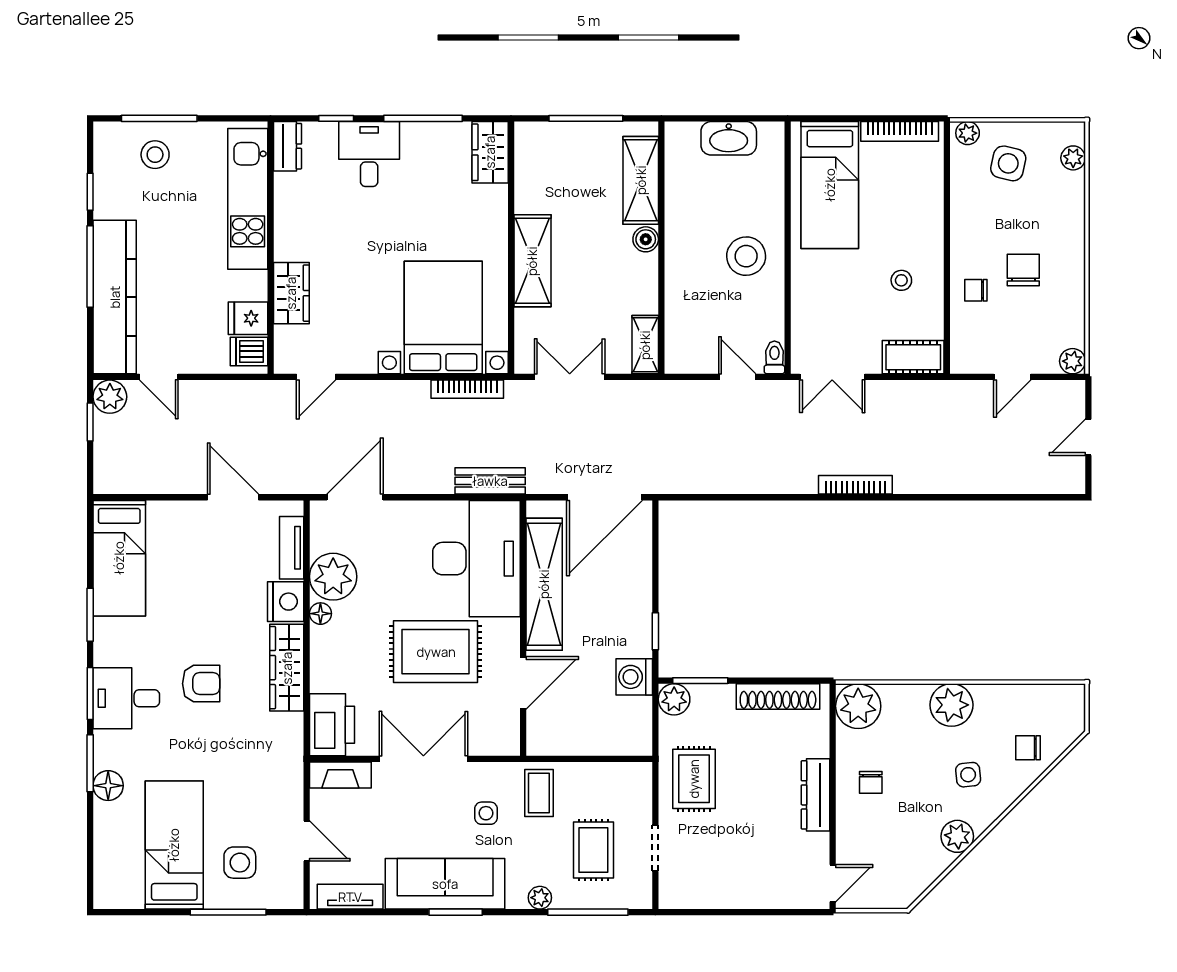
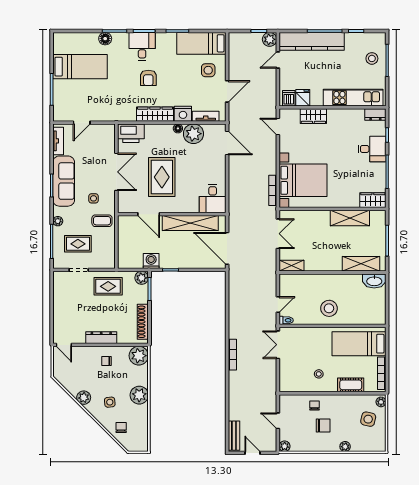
washbasin: (729, 138) -> (374, 281), moved, turned -90
plant: (1073, 158) -> (345, 447), moved
boiler: (646, 239) -> (336, 266), removed
shelving: (532, 261) -> (350, 218), moved
cot: (913, 357) -> (351, 385), moved, turned 90
bench: (490, 481) -> (234, 436), moved
desk: (476, 559) -> (213, 199), width x0.53, depth x0.77
fireplace: (340, 775) -> (110, 137), removed
side table: (240, 863) -> (208, 70), moved

